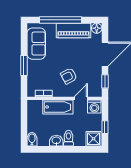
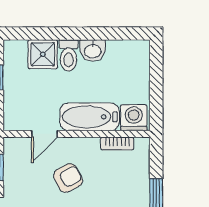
washing machine: (94, 107) -> (134, 118), moved
bidet: (32, 139) -> (140, 53), removed
shower: (93, 139) -> (43, 54), moved

